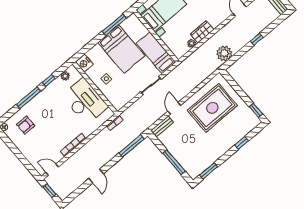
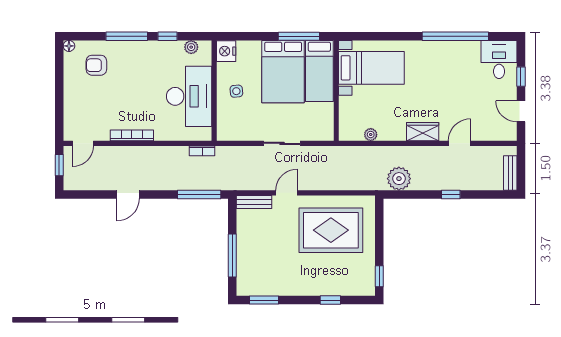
wardrobe: (202, 32) -> (423, 132), moved
bed: (156, 53) -> (319, 71), moved, turned 180
door: (52, 170) -> (83, 143), swing flipped

